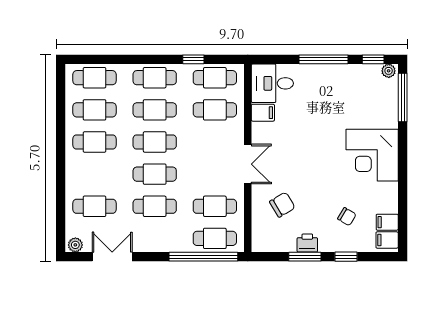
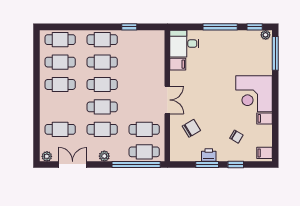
cafe table: (215, 78) -> (144, 40), removed
cafe table: (215, 110) -> (144, 62), removed
filing cabinet: (387, 222) -> (265, 118), moved
plant: (158, 244) -> (104, 156), added

